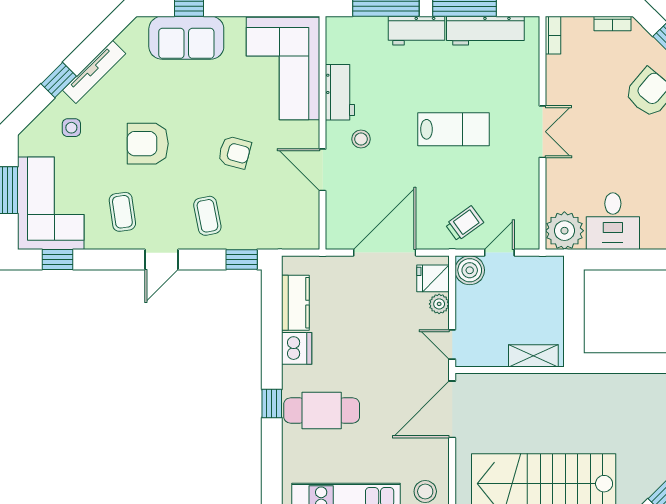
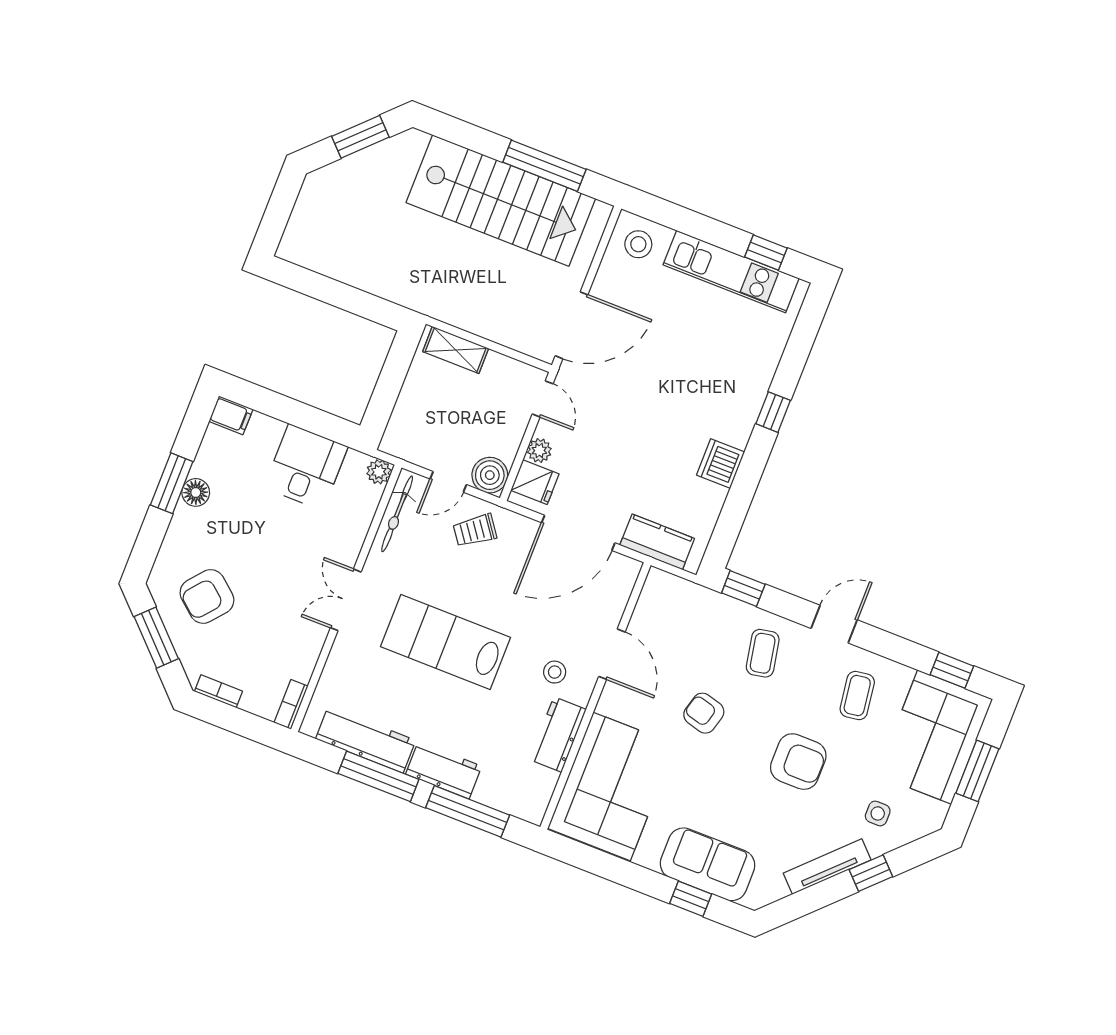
lab bench: (454, 129) -> (445, 642), width x1.36, depth x1.39
bicycle: (529, 213) -> (397, 514), added
plant: (564, 231) -> (379, 472), width x0.53, depth x0.53
kitchen counter: (295, 303) -> (657, 542), moved, turned 90
cafe table: (322, 410) -> (720, 382), removed

